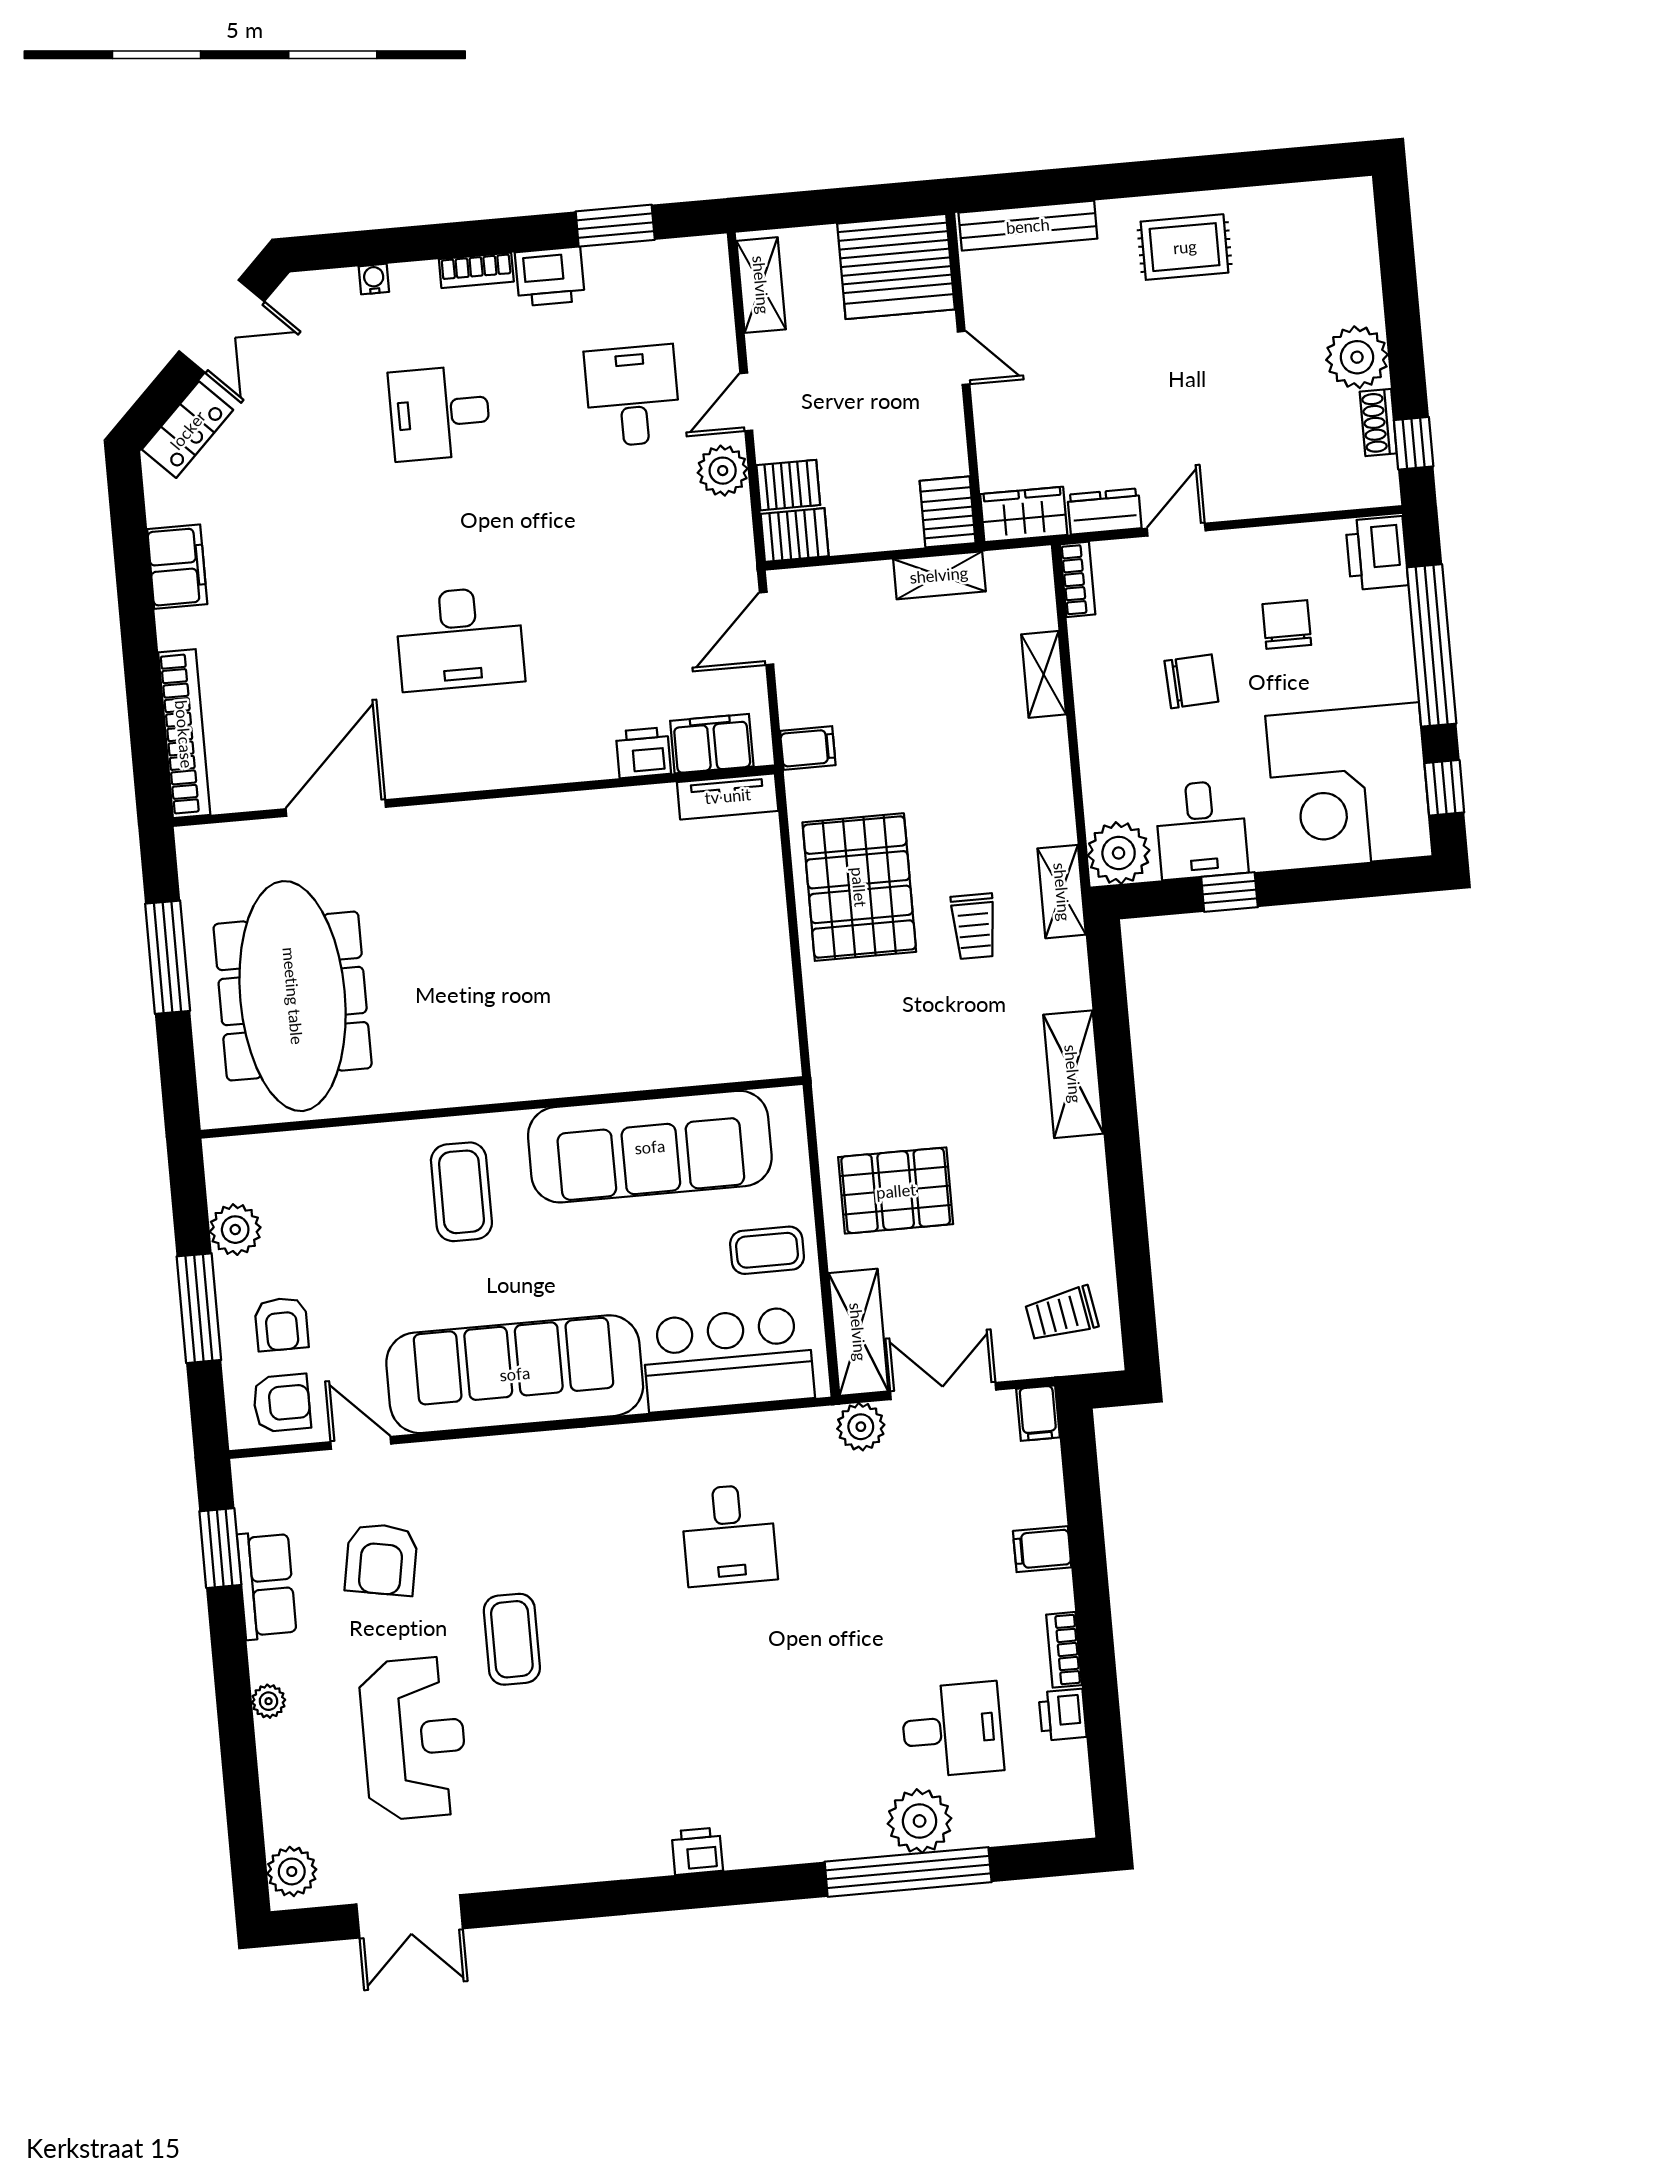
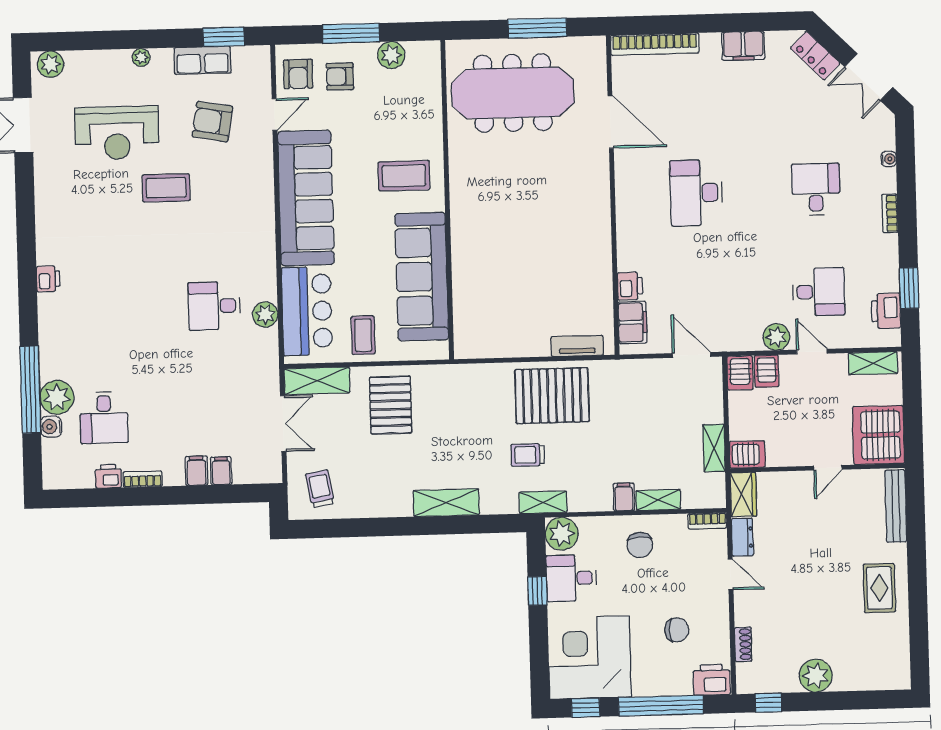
printer: (550, 276) -> (886, 311), moved
shoe rack: (1378, 423) -> (743, 644), moved, turned 90
chair: (1191, 681) -> (640, 545), moved
filing cabinet: (808, 748) -> (624, 497), moved, turned 180
tv unit: (728, 796) -> (577, 346), moved, turned 90
filing cabinet: (1038, 1413) -> (221, 471), moved, turned 90
plant: (861, 1427) -> (265, 315), moved
water cooler: (976, 1828) -> (51, 427), added

